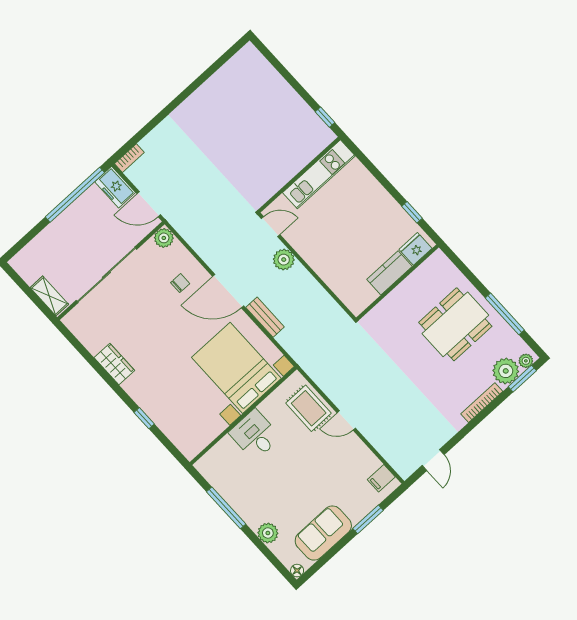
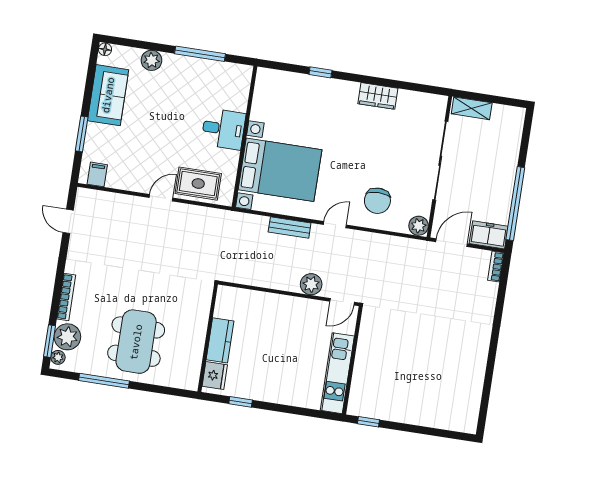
chair: (180, 283) -> (377, 201), width x1.87, depth x1.87
door: (228, 291) -> (335, 225), width x0.53

